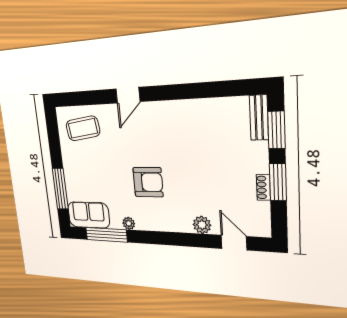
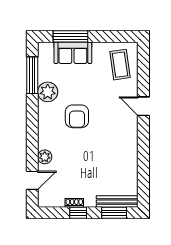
bench: (259, 118) -> (117, 202), width x1.36
window: (278, 182) -> (78, 213), width x0.67
sofa: (89, 215) -> (73, 53), moved, turned 90
plant: (129, 223) -> (48, 92), width x1.88, depth x1.88

